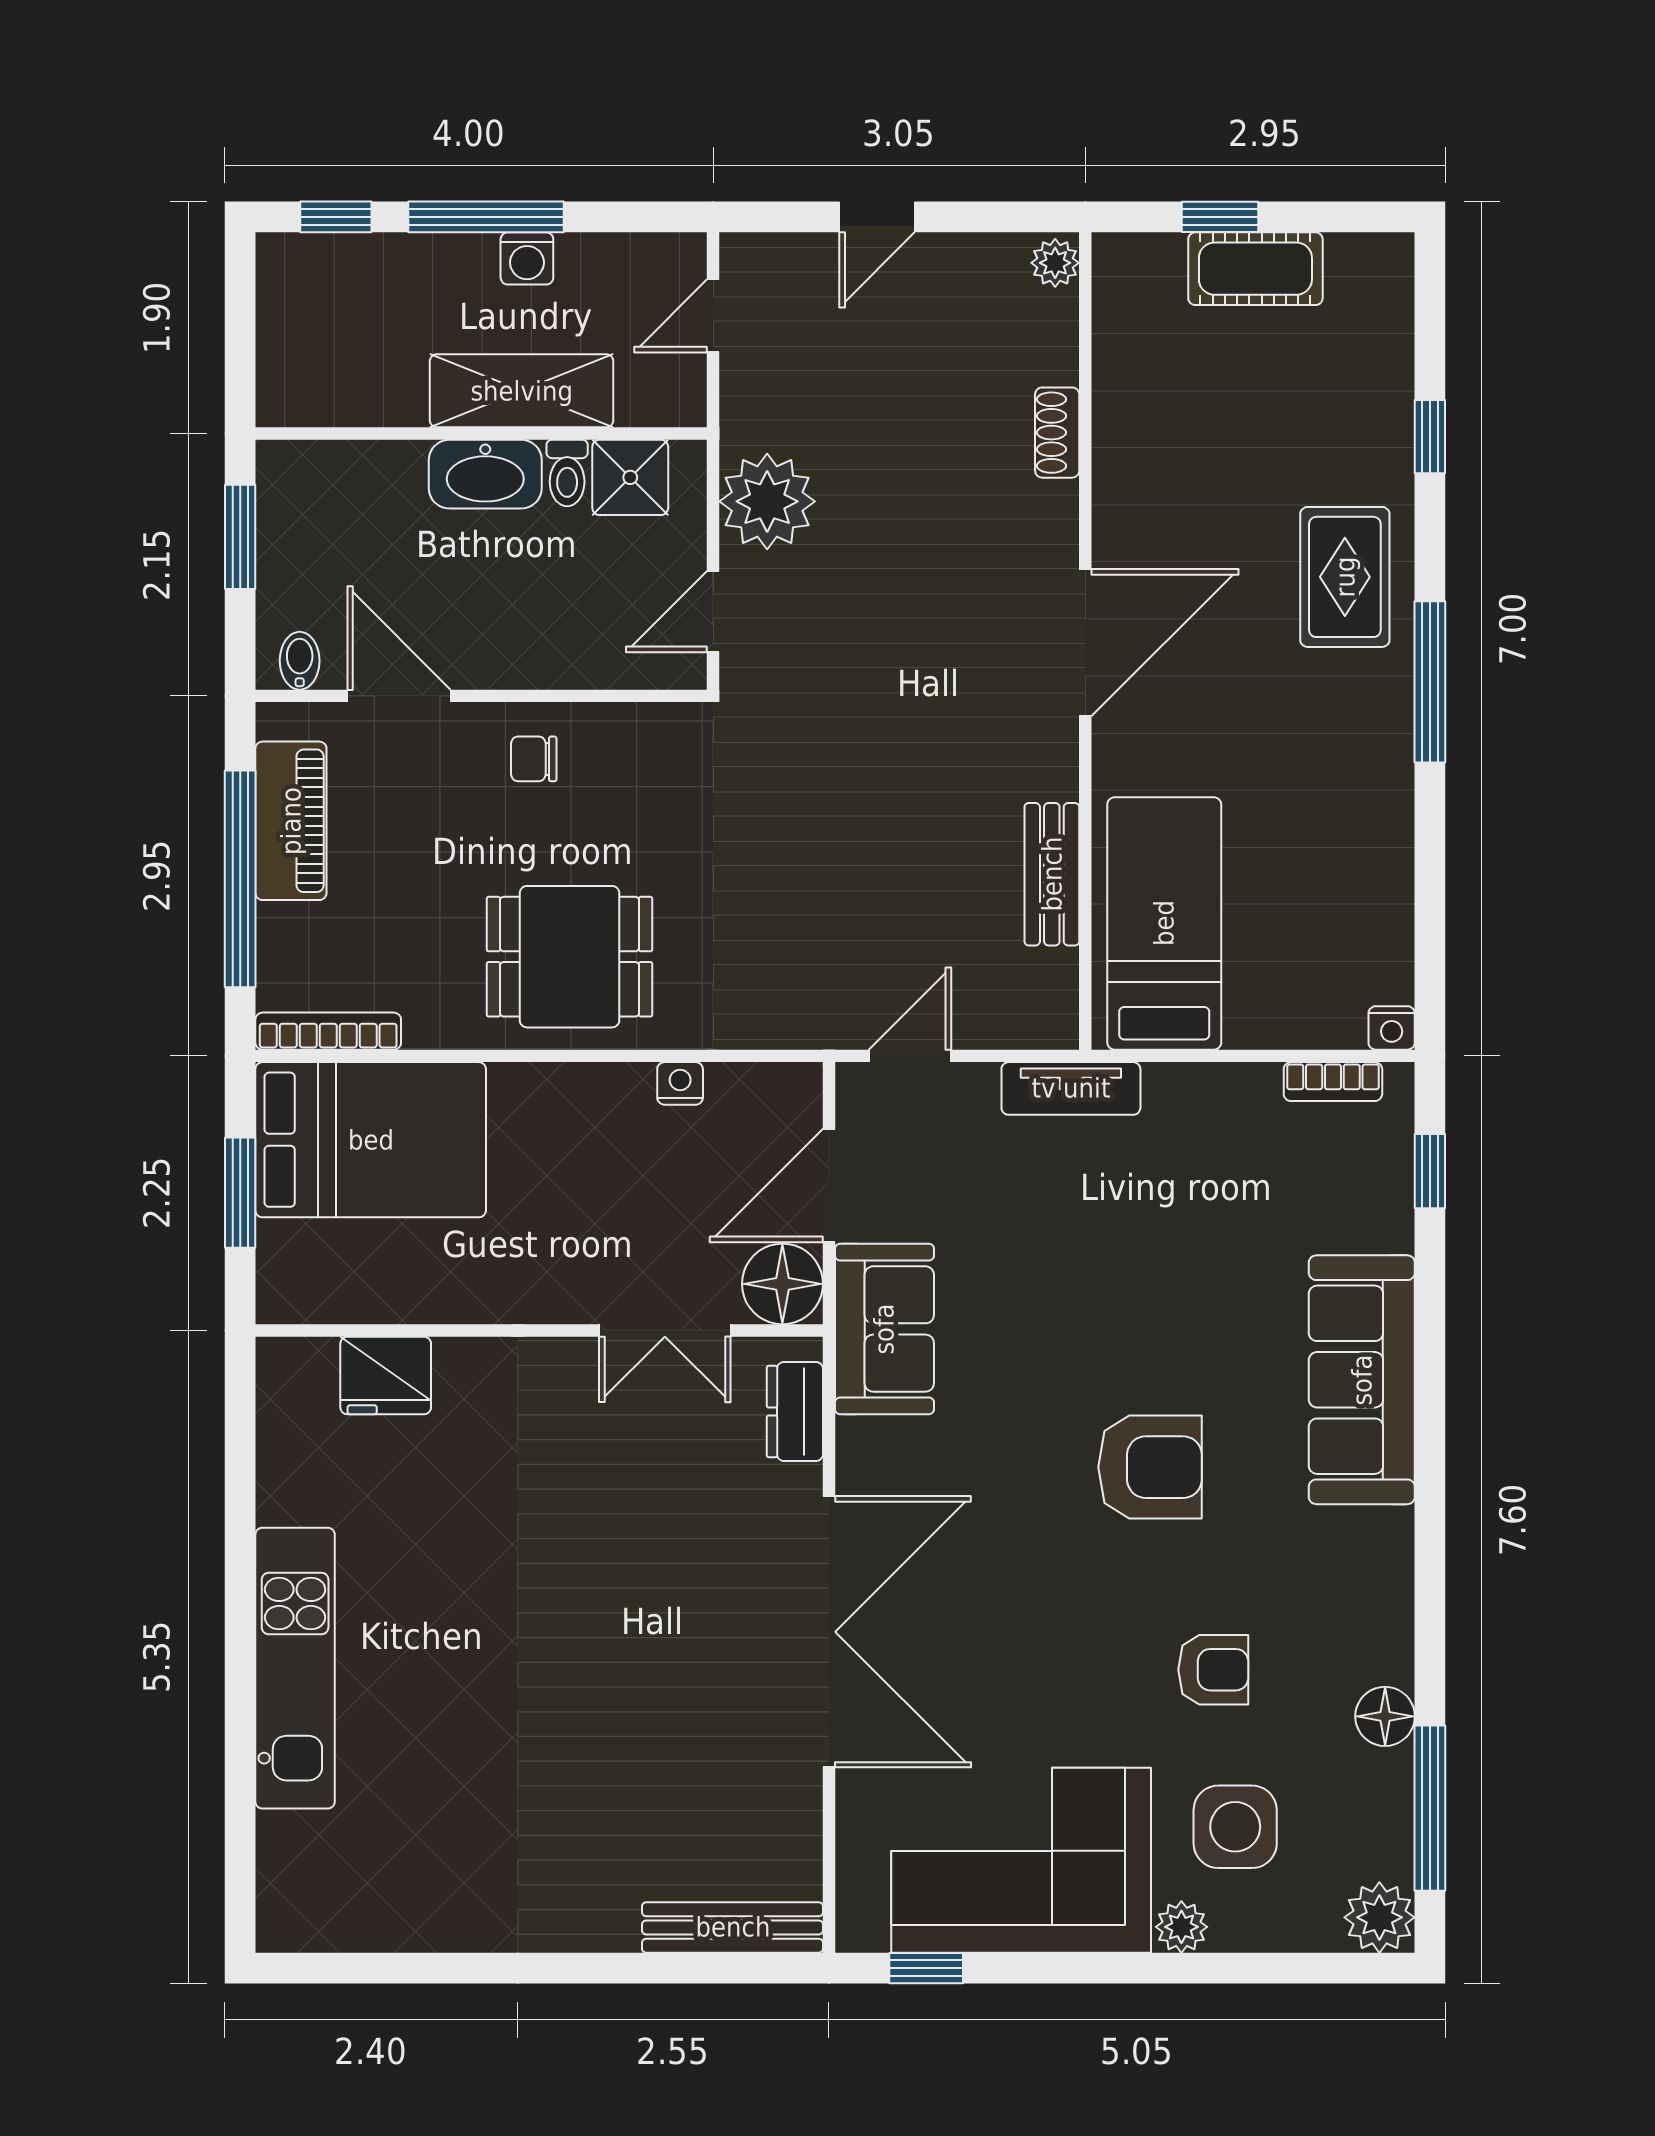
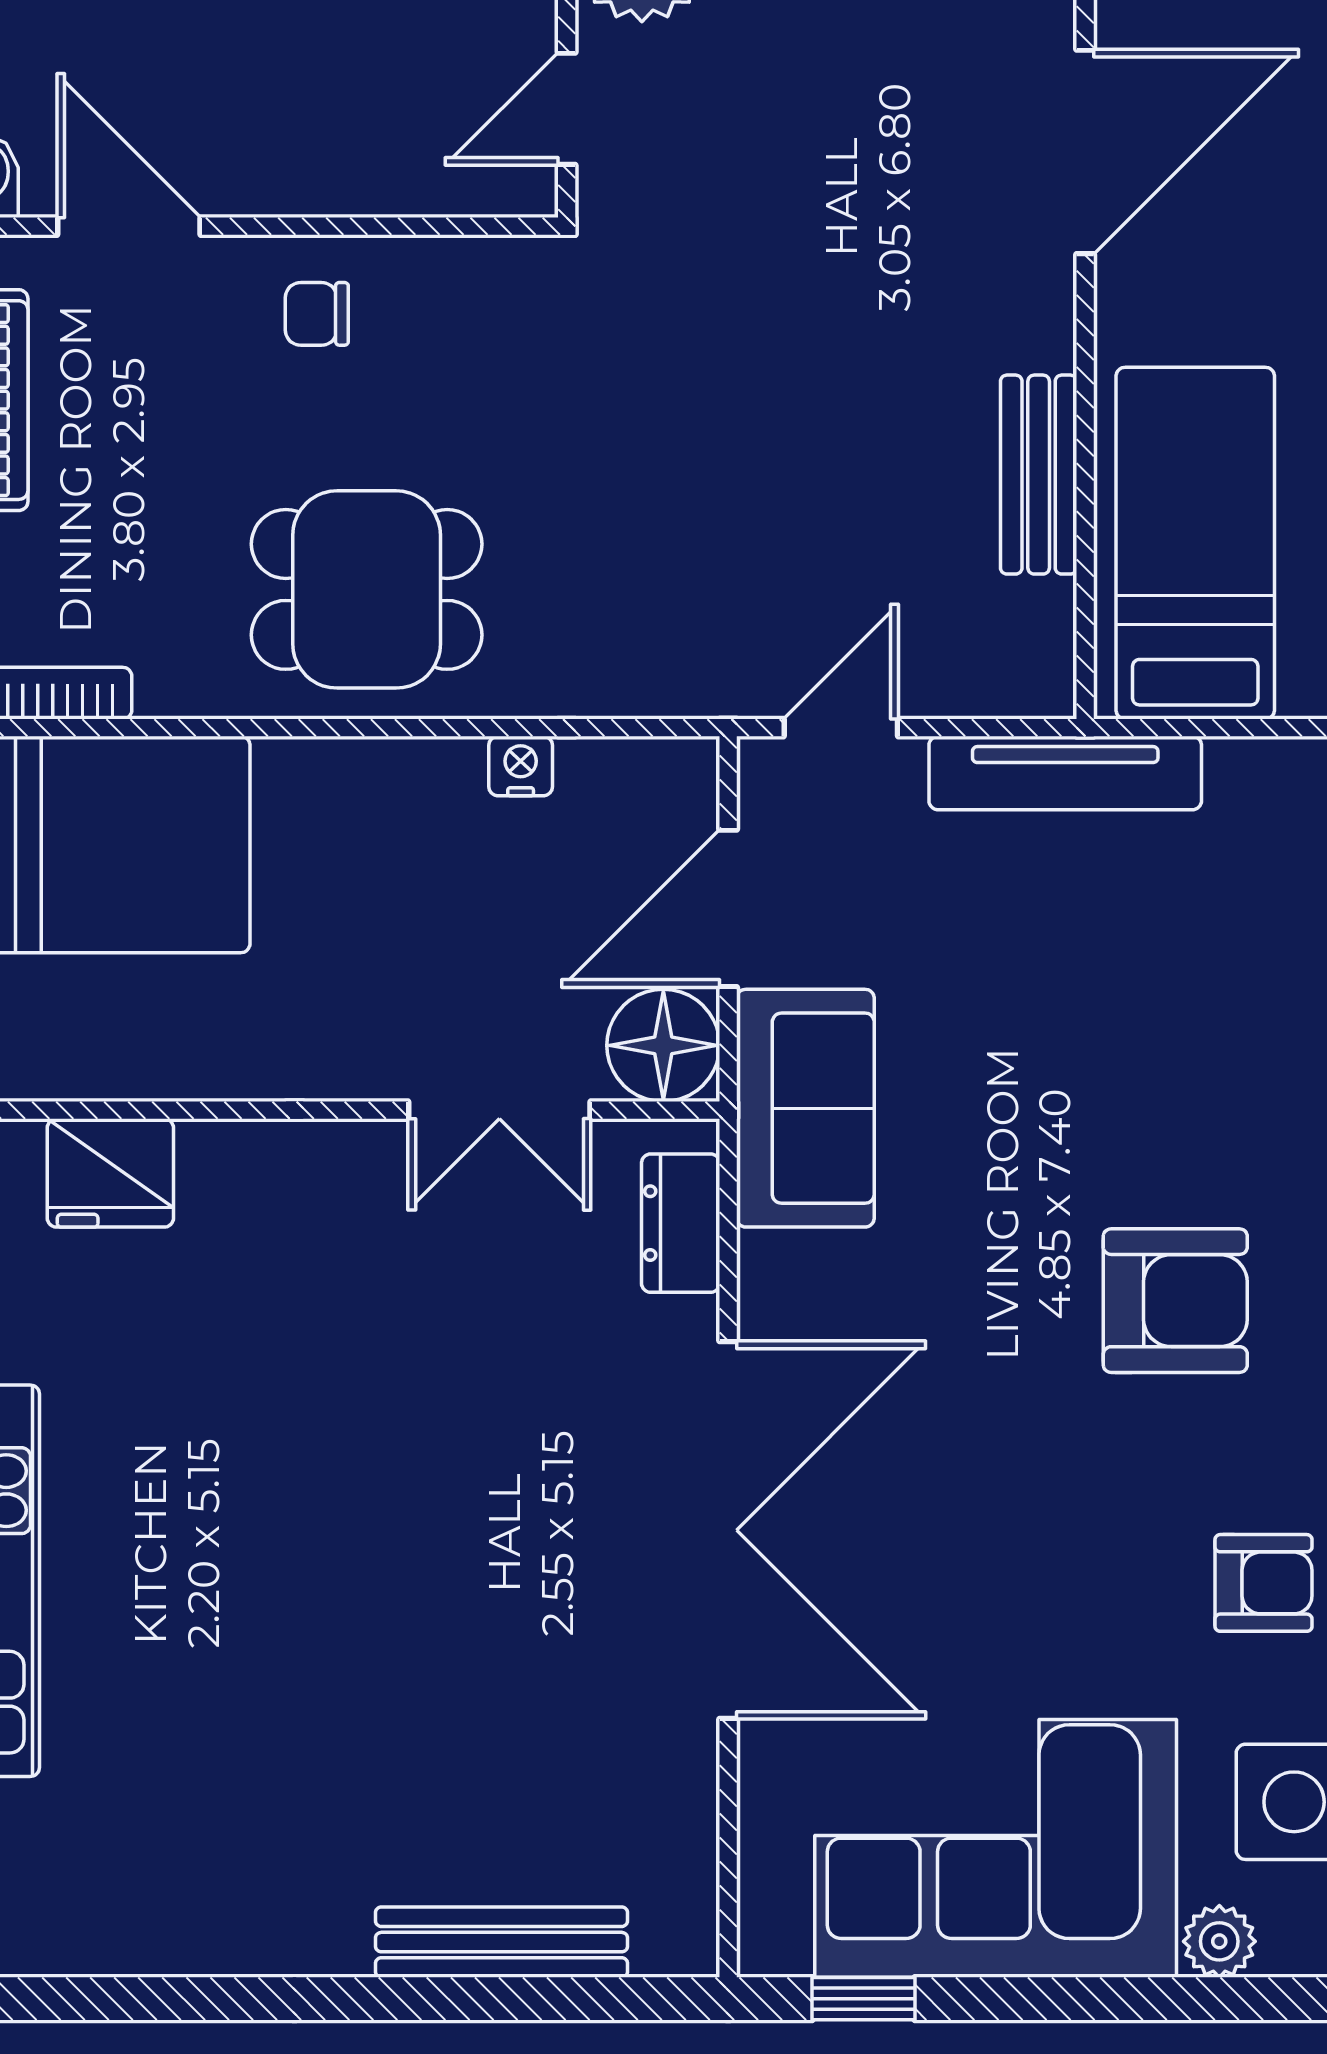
tv unit: (1071, 1088) -> (1065, 773), width x1.41
bench: (733, 1927) -> (502, 1942), moved

